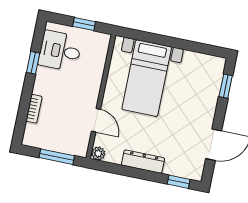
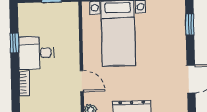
desk: (60, 51) -> (36, 53), moved

